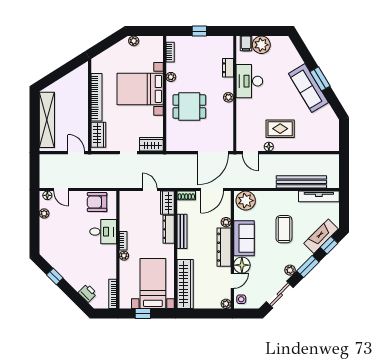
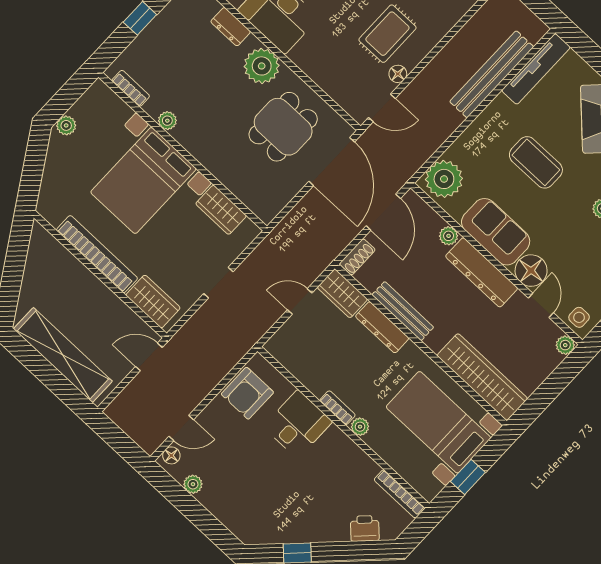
plant: (228, 97) -> (262, 66), width x1.88, depth x1.88
dining table: (189, 107) -> (283, 127), moved
wardrobe: (151, 144) -> (221, 210), moved, turned -90

